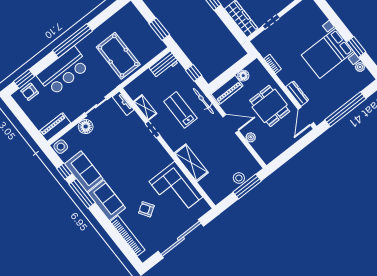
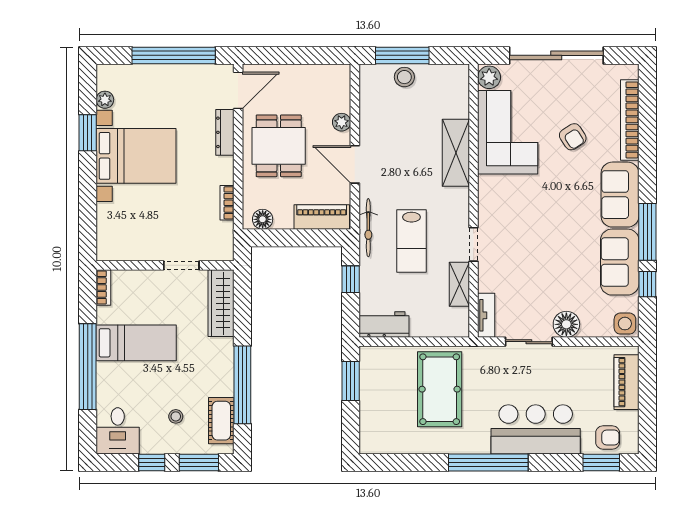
floor lamp: (243, 76) -> (263, 219), moved
piano: (55, 127) -> (627, 382), moved, turned 90
plant: (202, 207) -> (489, 77), added

